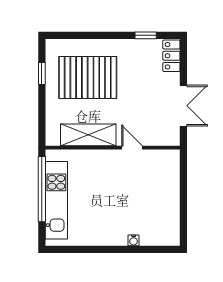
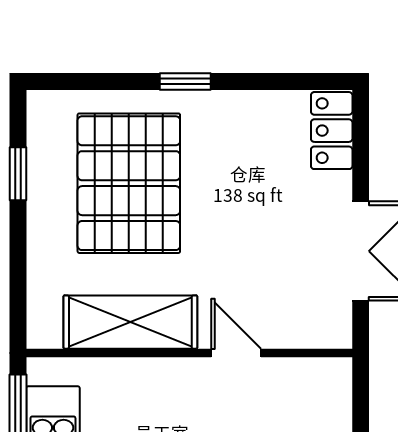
window: (146, 35) -> (185, 81), moved
pallet: (88, 77) -> (129, 183), turned 90

